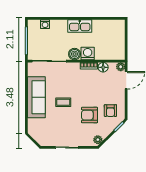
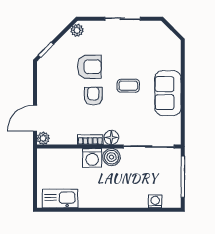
kitchen sink: (80, 26) -> (60, 199), moved
floor lamp: (103, 67) -> (111, 137), moved
sofa: (36, 97) -> (168, 93), width x0.73
armchair: (110, 111) -> (93, 96), moved

